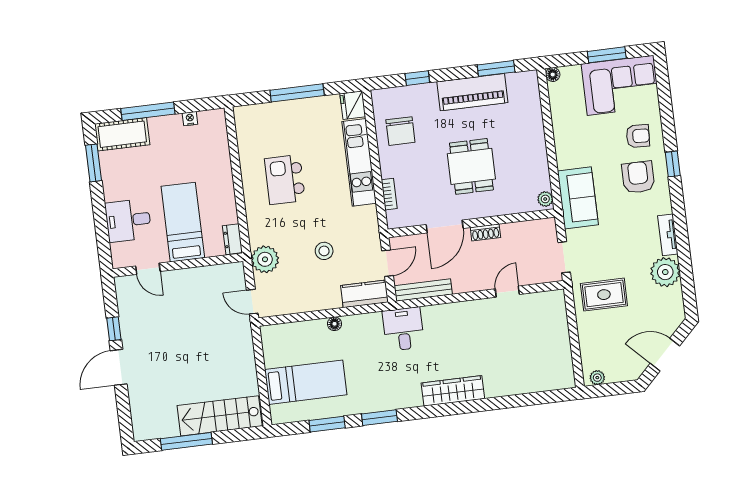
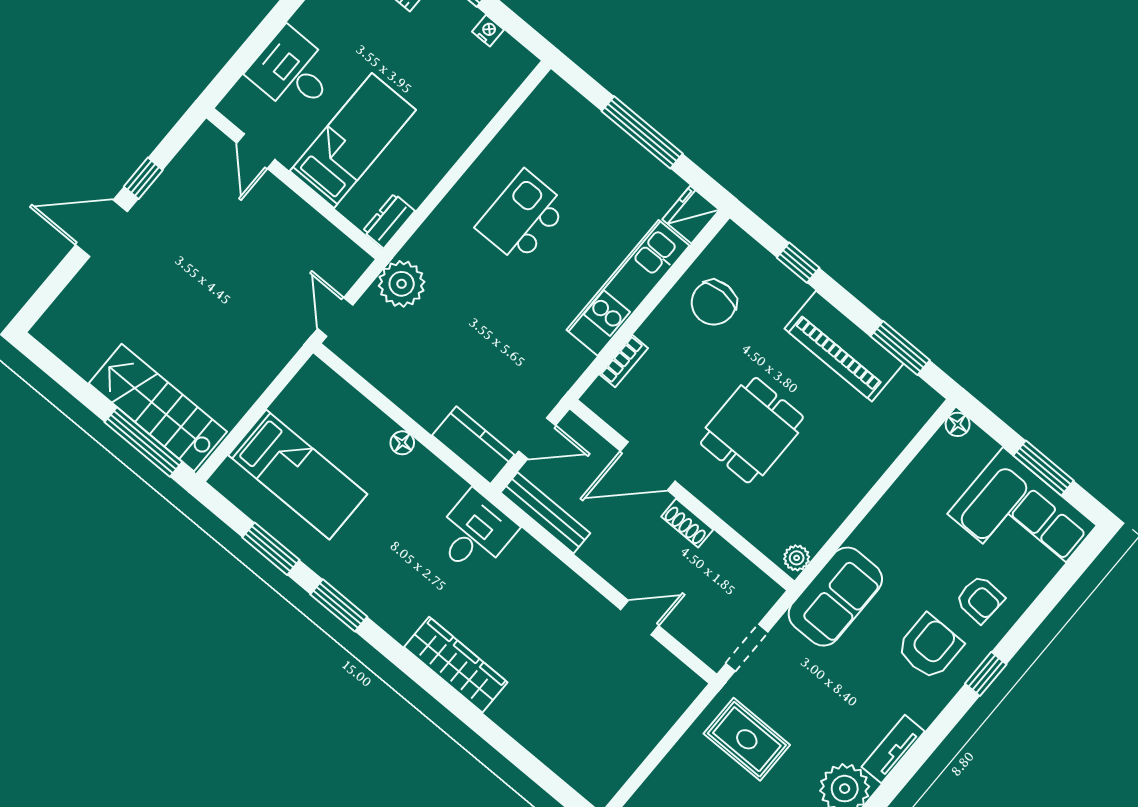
stool: (324, 251) -> (480, 347), removed
window: (186, 441) -> (143, 442), moved

